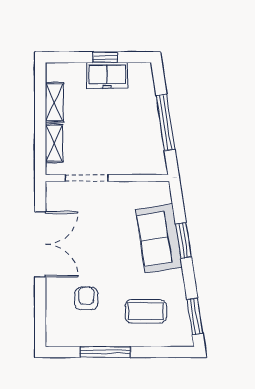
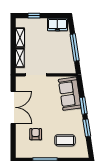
window: (105, 57) -> (34, 16), moved
freezer: (107, 75) -> (57, 25), moved
sofa: (159, 238) -> (70, 94), moved
window: (195, 316) -> (87, 128), moved

